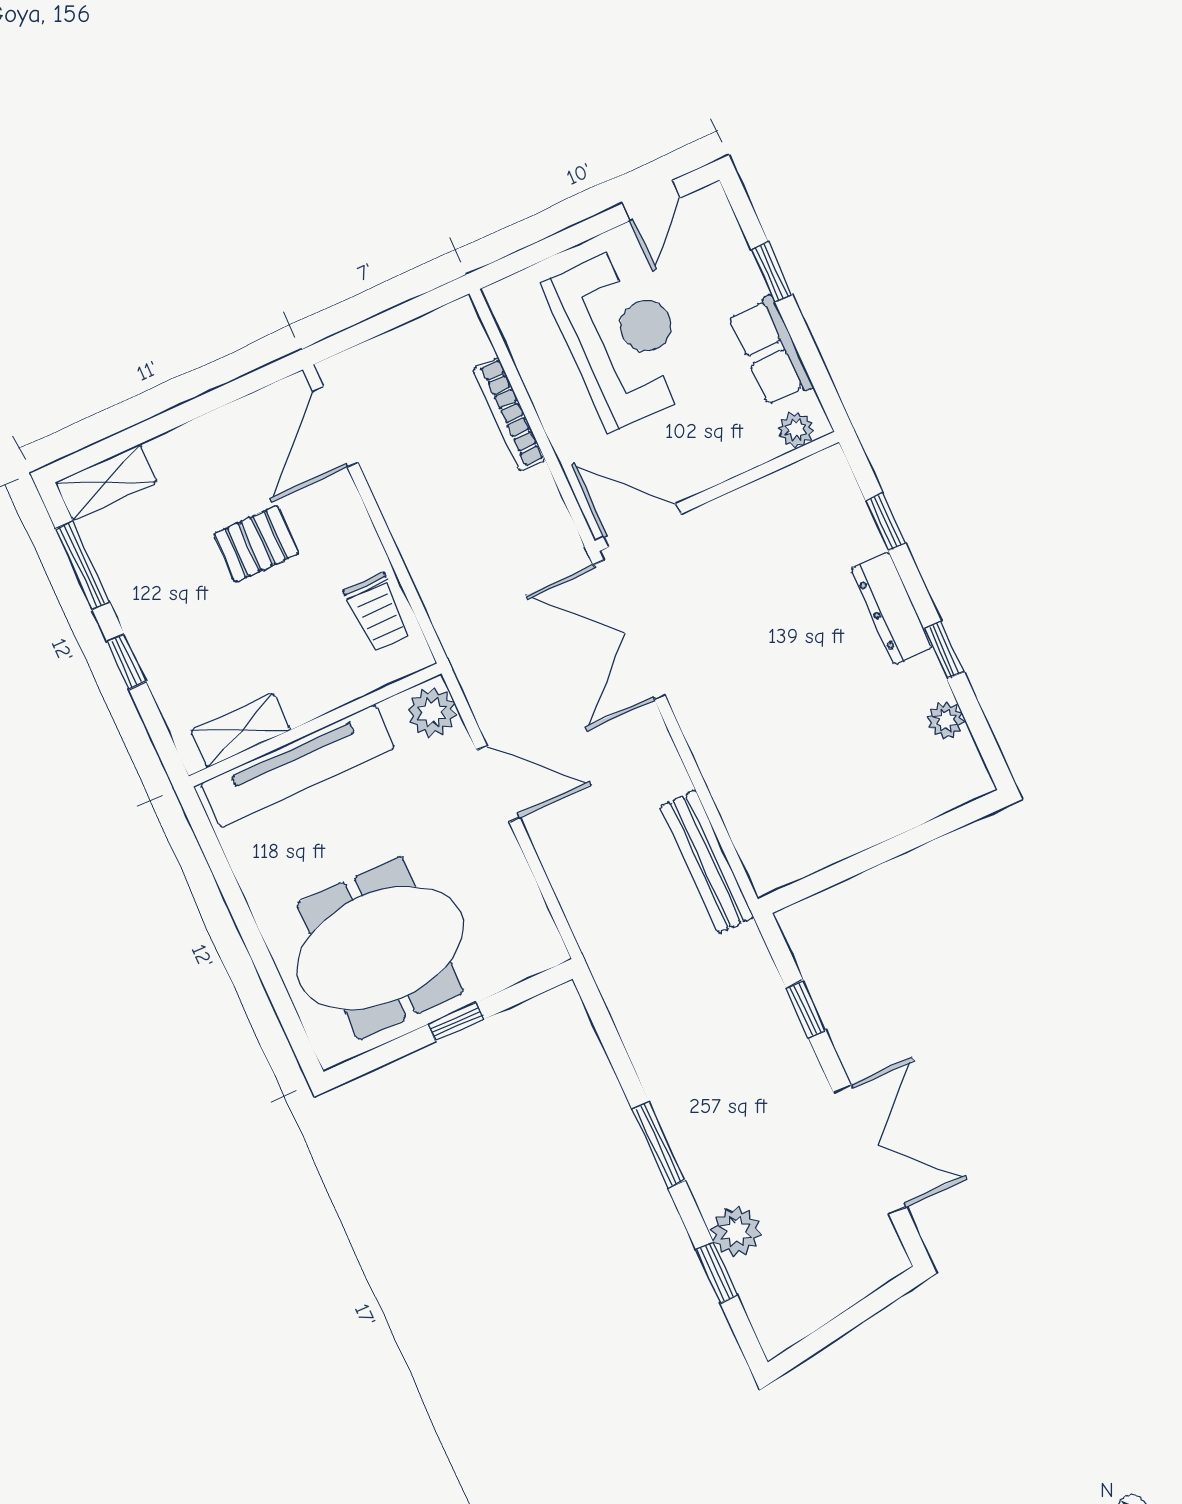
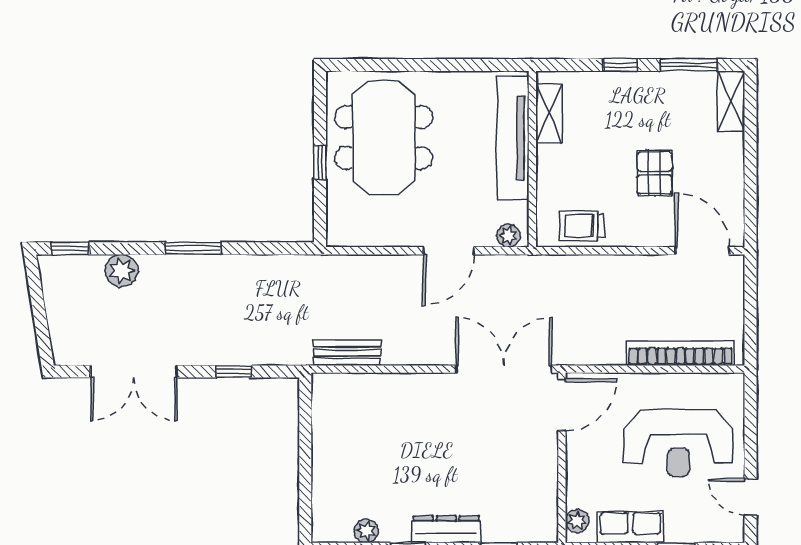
bookcase: (509, 414) -> (680, 353), width x1.48, depth x1.31
plant: (432, 712) -> (508, 236), width x0.73, depth x0.73
bench: (707, 862) -> (347, 353), width x0.73
window: (717, 1272) -> (70, 248), moved

